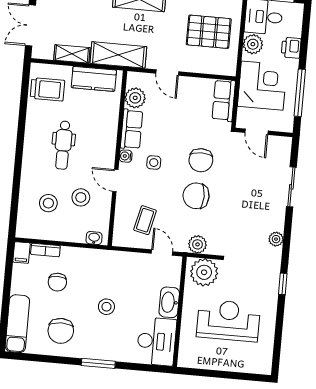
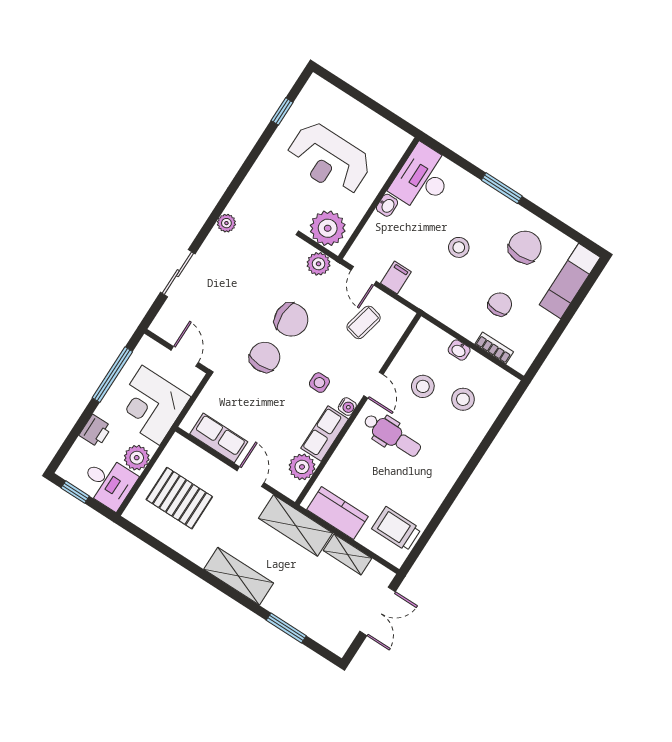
row of seats: (224, 100) -> (219, 438), moved, turned -90
dental chair: (63, 145) -> (392, 435), moved, turned 90
washbasin: (94, 238) -> (459, 350), moved
filing cabinet: (22, 253) -> (396, 277), moved
window: (283, 284) -> (282, 111), moved
washbasin: (169, 302) -> (387, 205), width x0.52, depth x0.69

